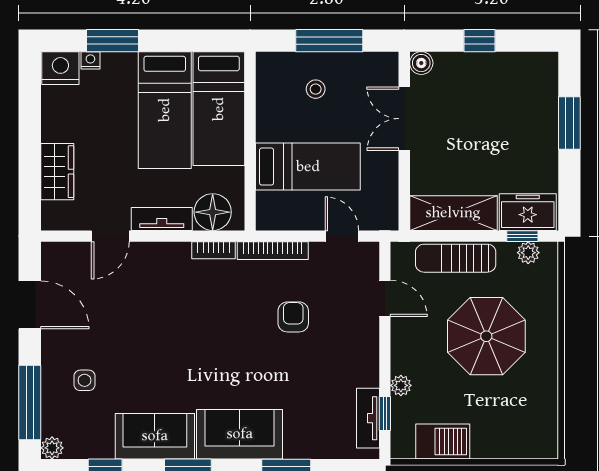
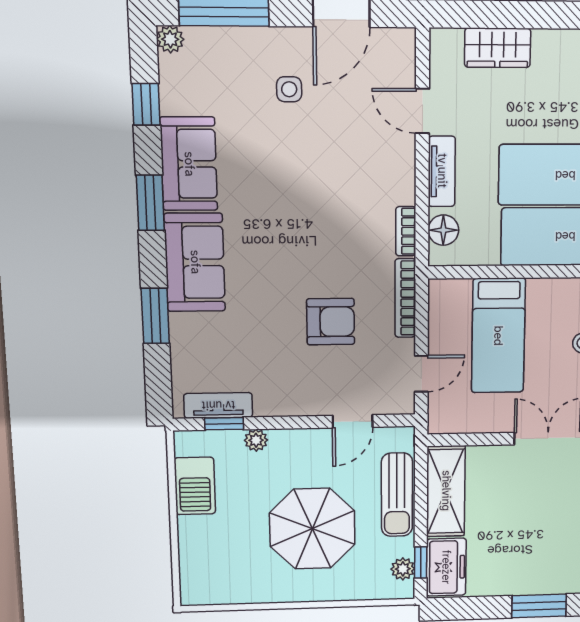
floor lamp: (213, 212) -> (443, 230), width x0.73, depth x0.73
sun lounger: (456, 258) -> (397, 495), turned 180
armchair: (293, 317) -> (331, 322), width x1.38, depth x1.38
side table: (85, 380) -> (289, 89), moved

